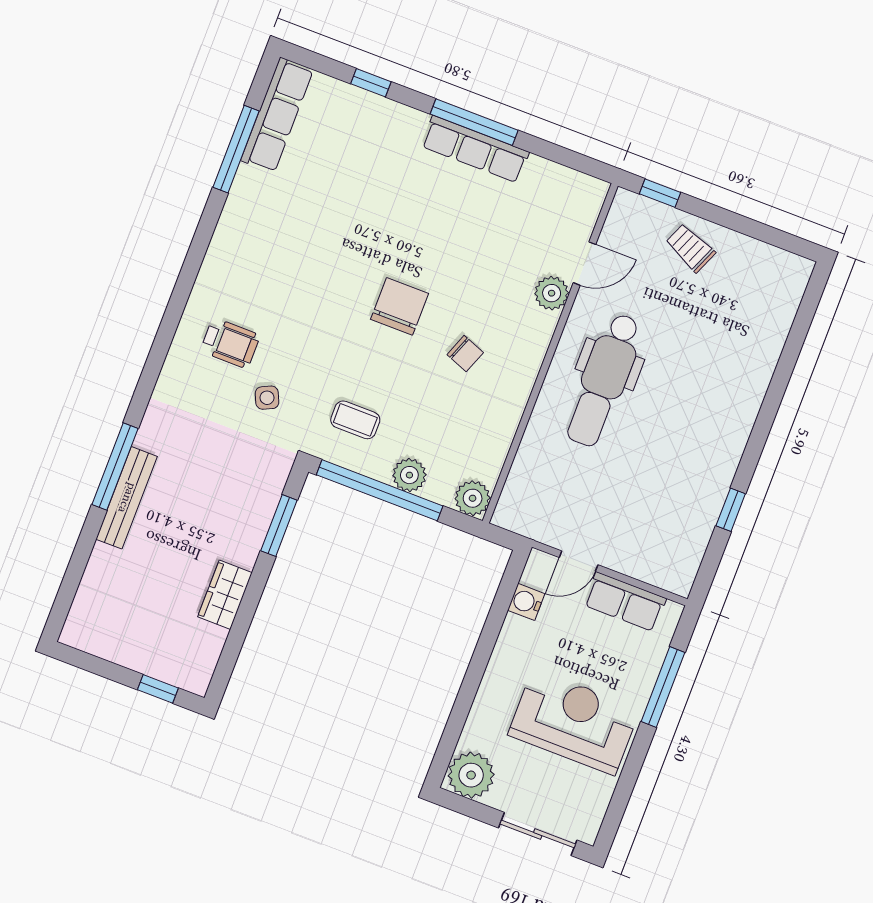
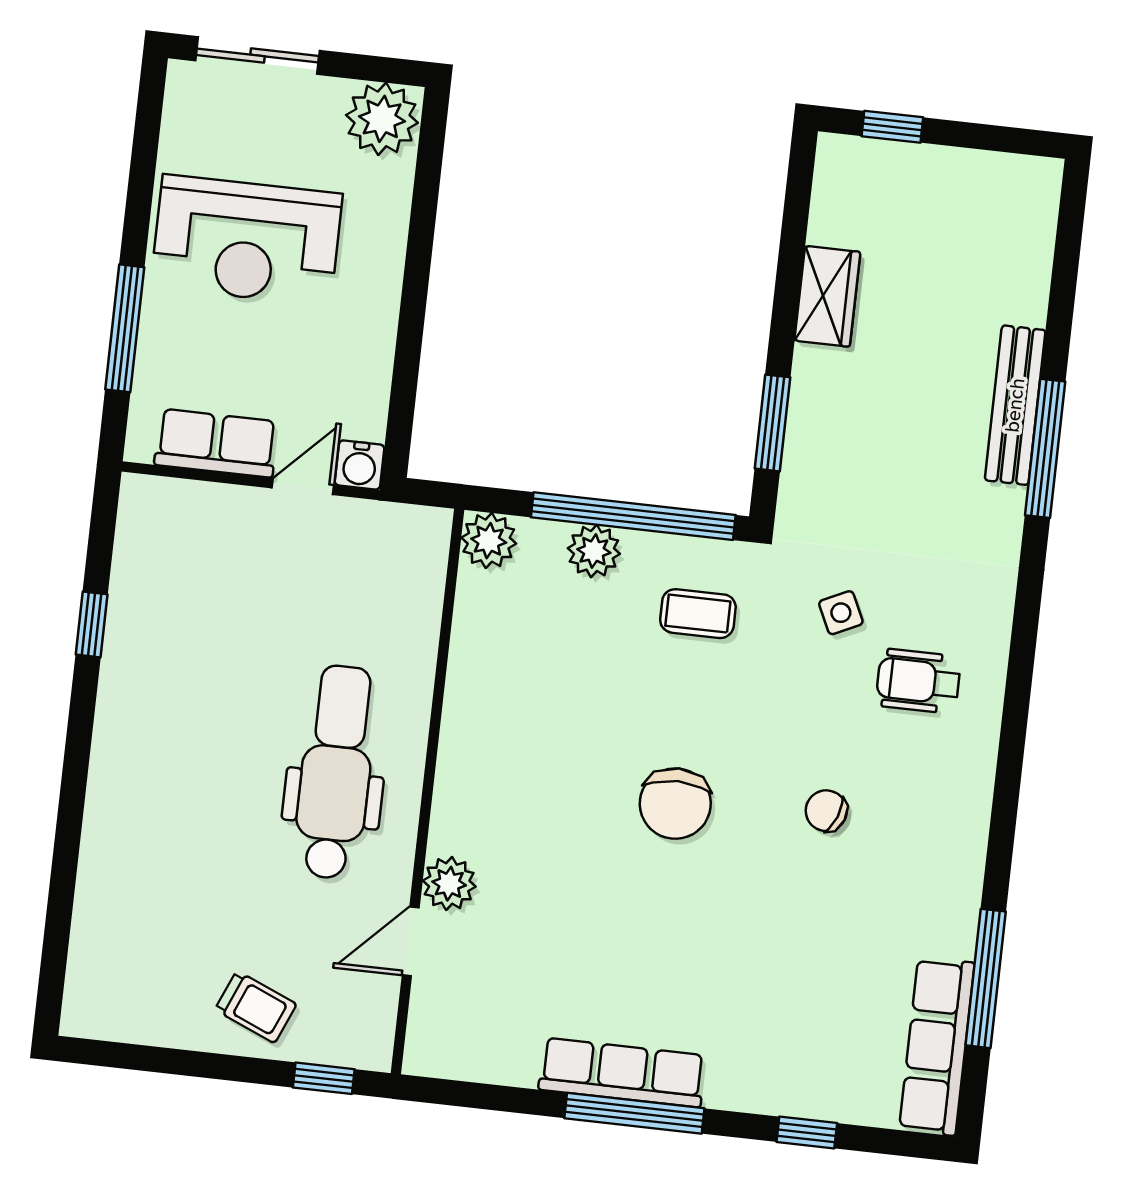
chair: (465, 354) -> (826, 811), moved
water cooler: (526, 602) -> (360, 465), moved, turned 90

